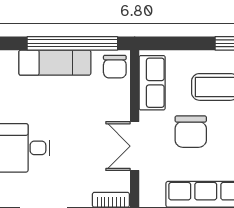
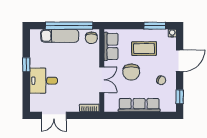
double door: (135, 146) -> (102, 80), swing flipped

